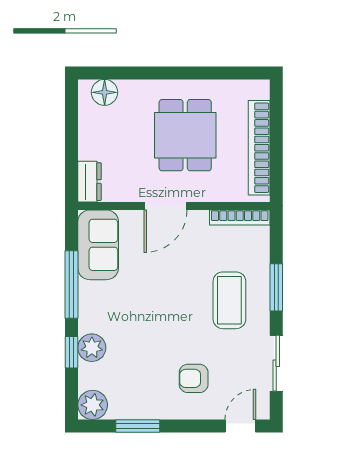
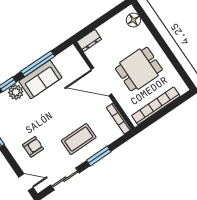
door: (166, 206) -> (101, 82), width x1.36
sofa: (98, 245) -> (40, 79), moved
armchair: (194, 378) -> (33, 147), turned 90

